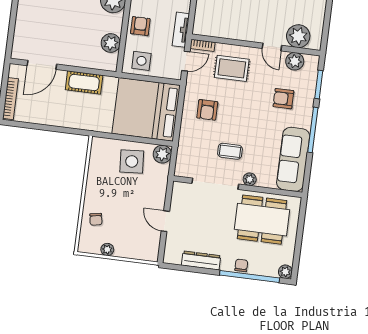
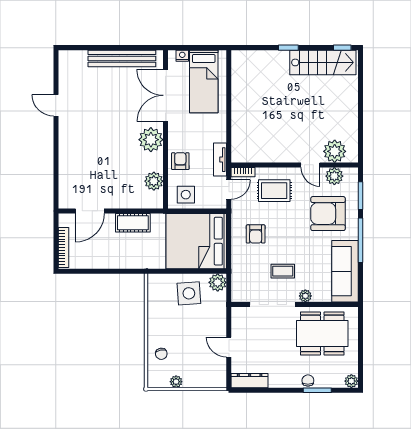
armchair: (283, 99) -> (328, 214), width x1.88, depth x1.88
dresser: (201, 260) -> (250, 381), moved
window: (250, 277) -> (317, 390), width x0.47

